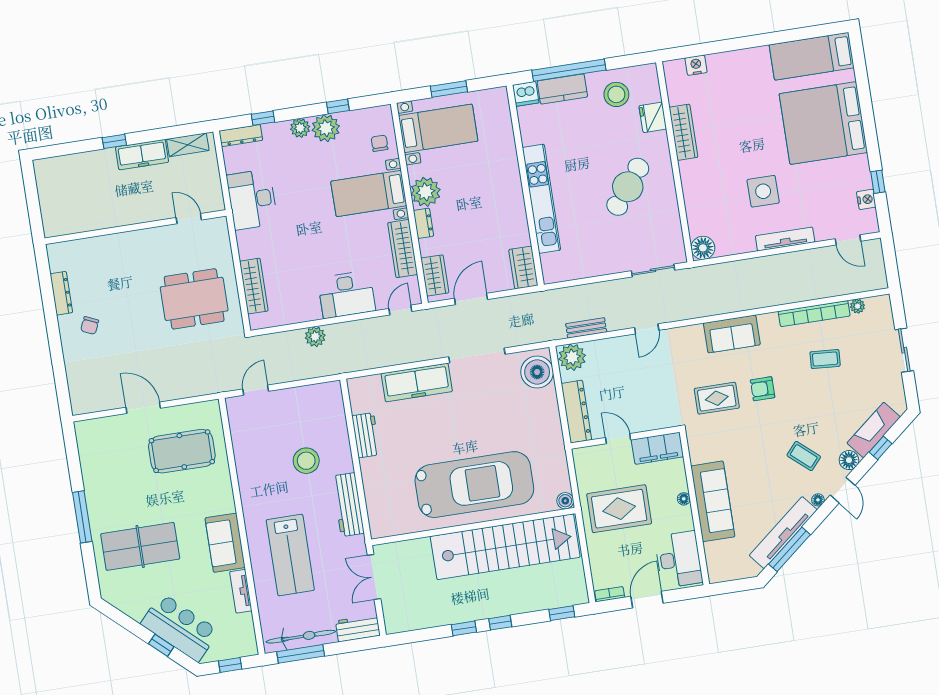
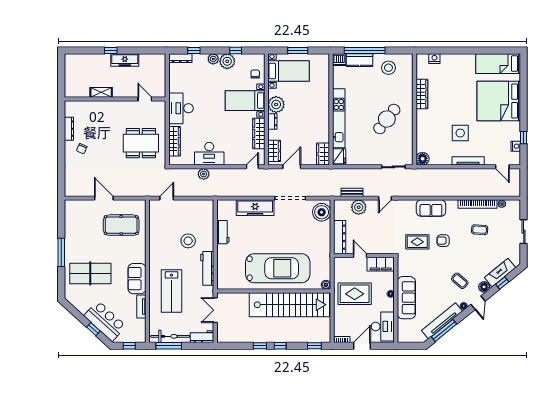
fridge: (653, 117) -> (339, 156), moved, turned 180
shelving: (188, 145) -> (101, 92), moved
desk: (252, 199) -> (181, 108), moved
desk: (347, 295) -> (209, 154), moved
plant: (572, 357) -> (359, 207), moved

